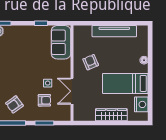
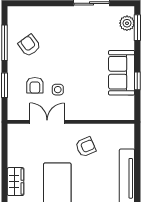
sofa: (61, 42) -> (122, 73), moved, turned -90
wardrobe: (111, 115) -> (16, 182), width x0.67

